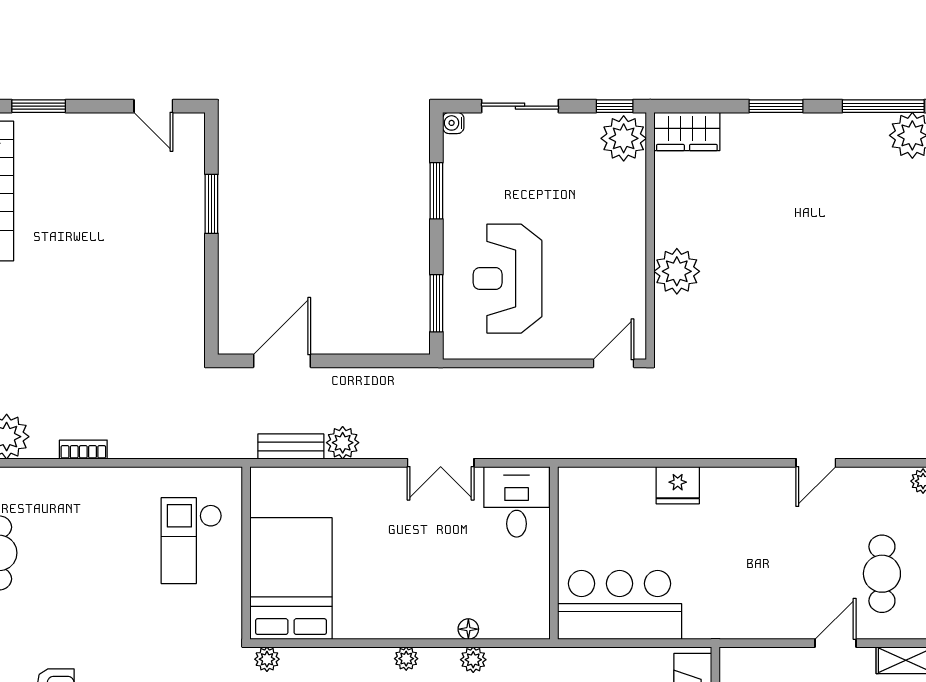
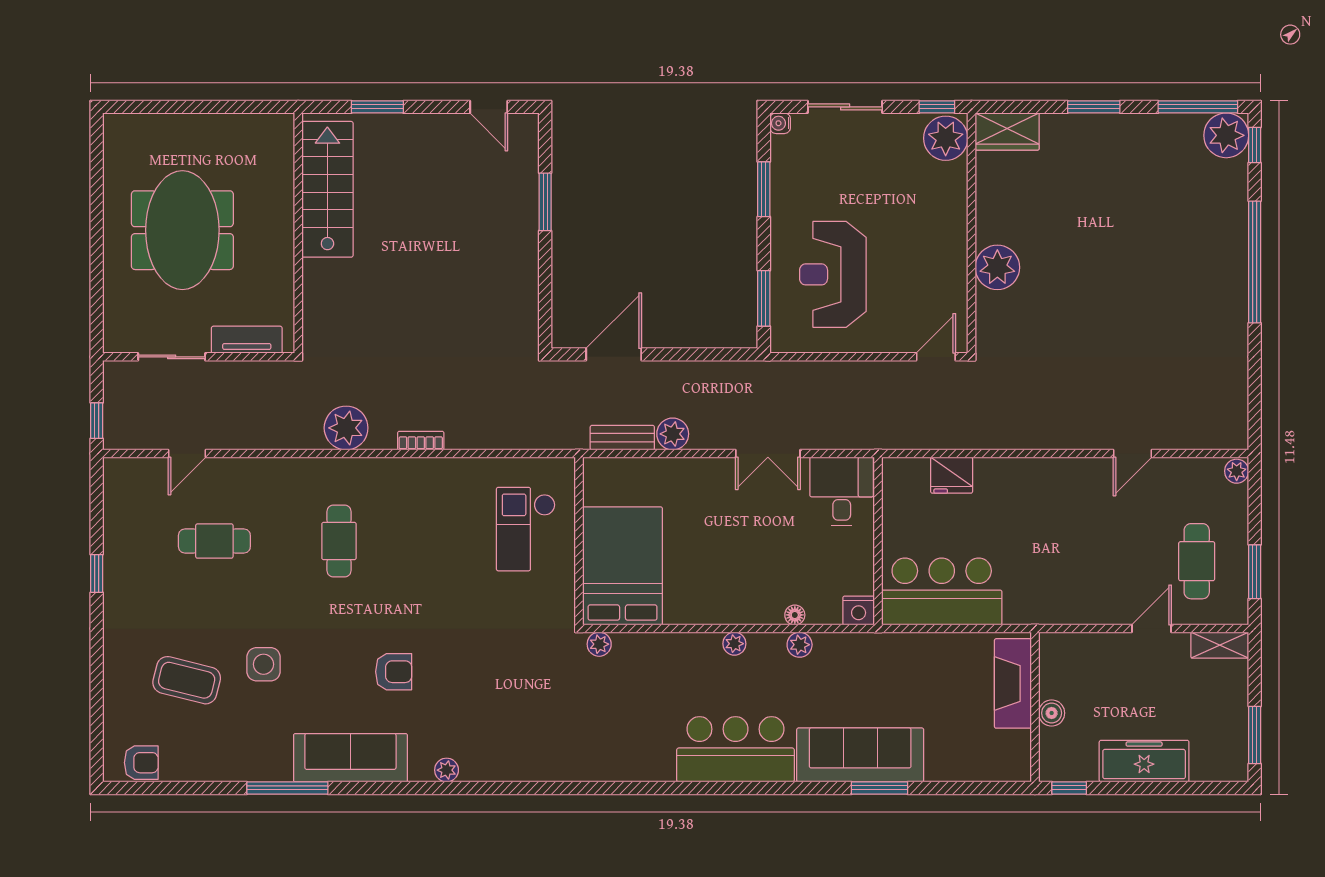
fridge: (678, 485) -> (952, 475), moved
nightstand: (534, 624) -> (859, 611), added

